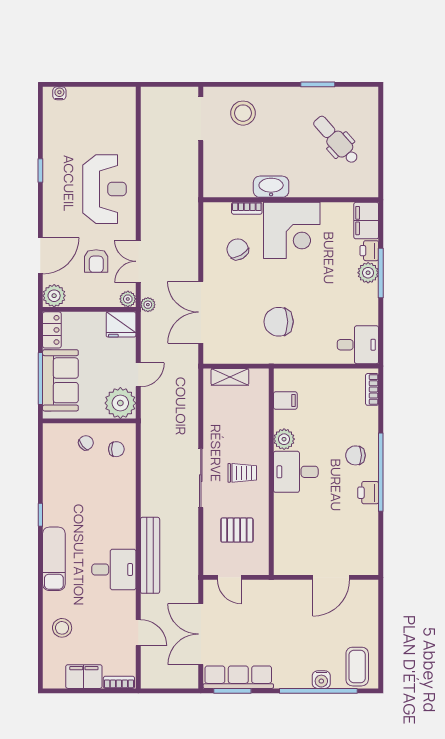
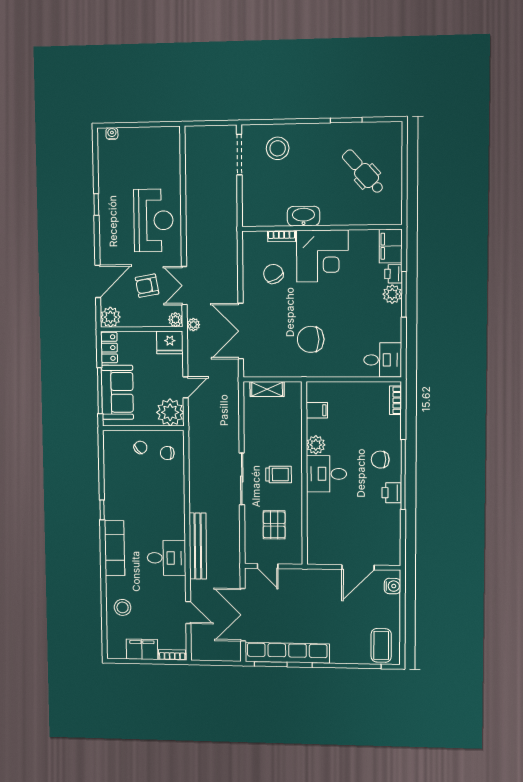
armchair: (96, 261) -> (147, 286), turned 80
chair: (116, 449) -> (167, 453), turned 180
pallet: (237, 530) -> (274, 525), turned 90
row of seats: (238, 677) -> (287, 653), width x1.36
water cooler: (321, 680) -> (392, 586), moved, turned -90

